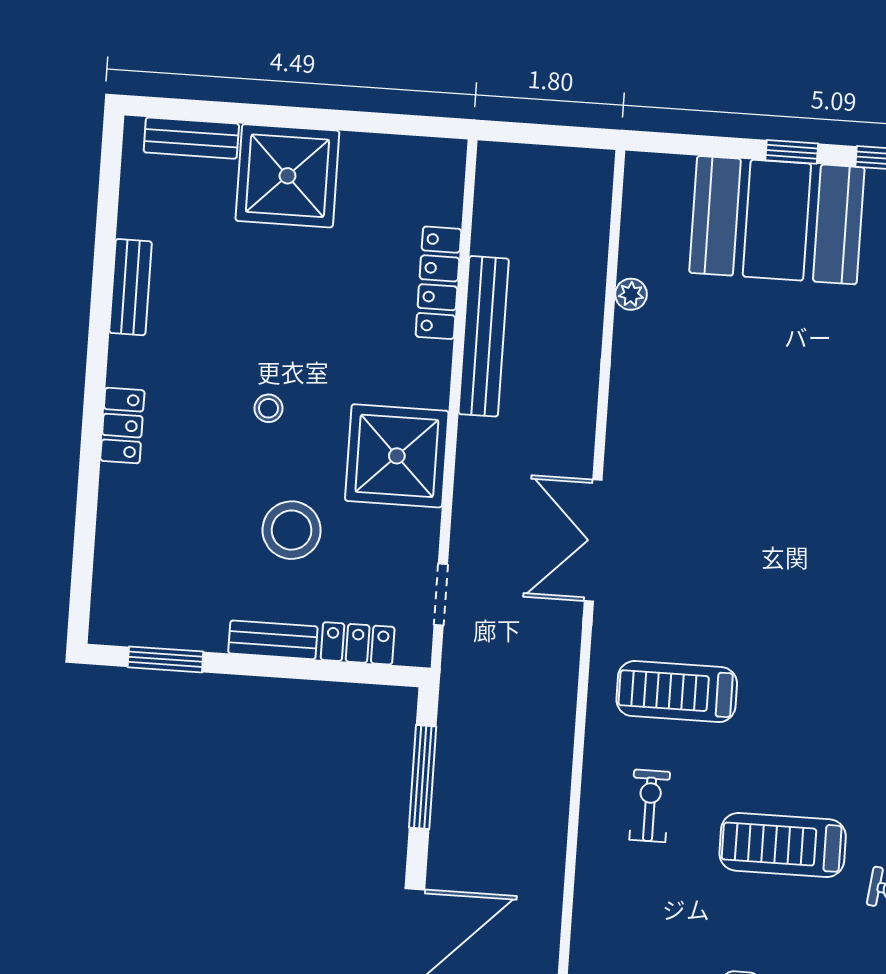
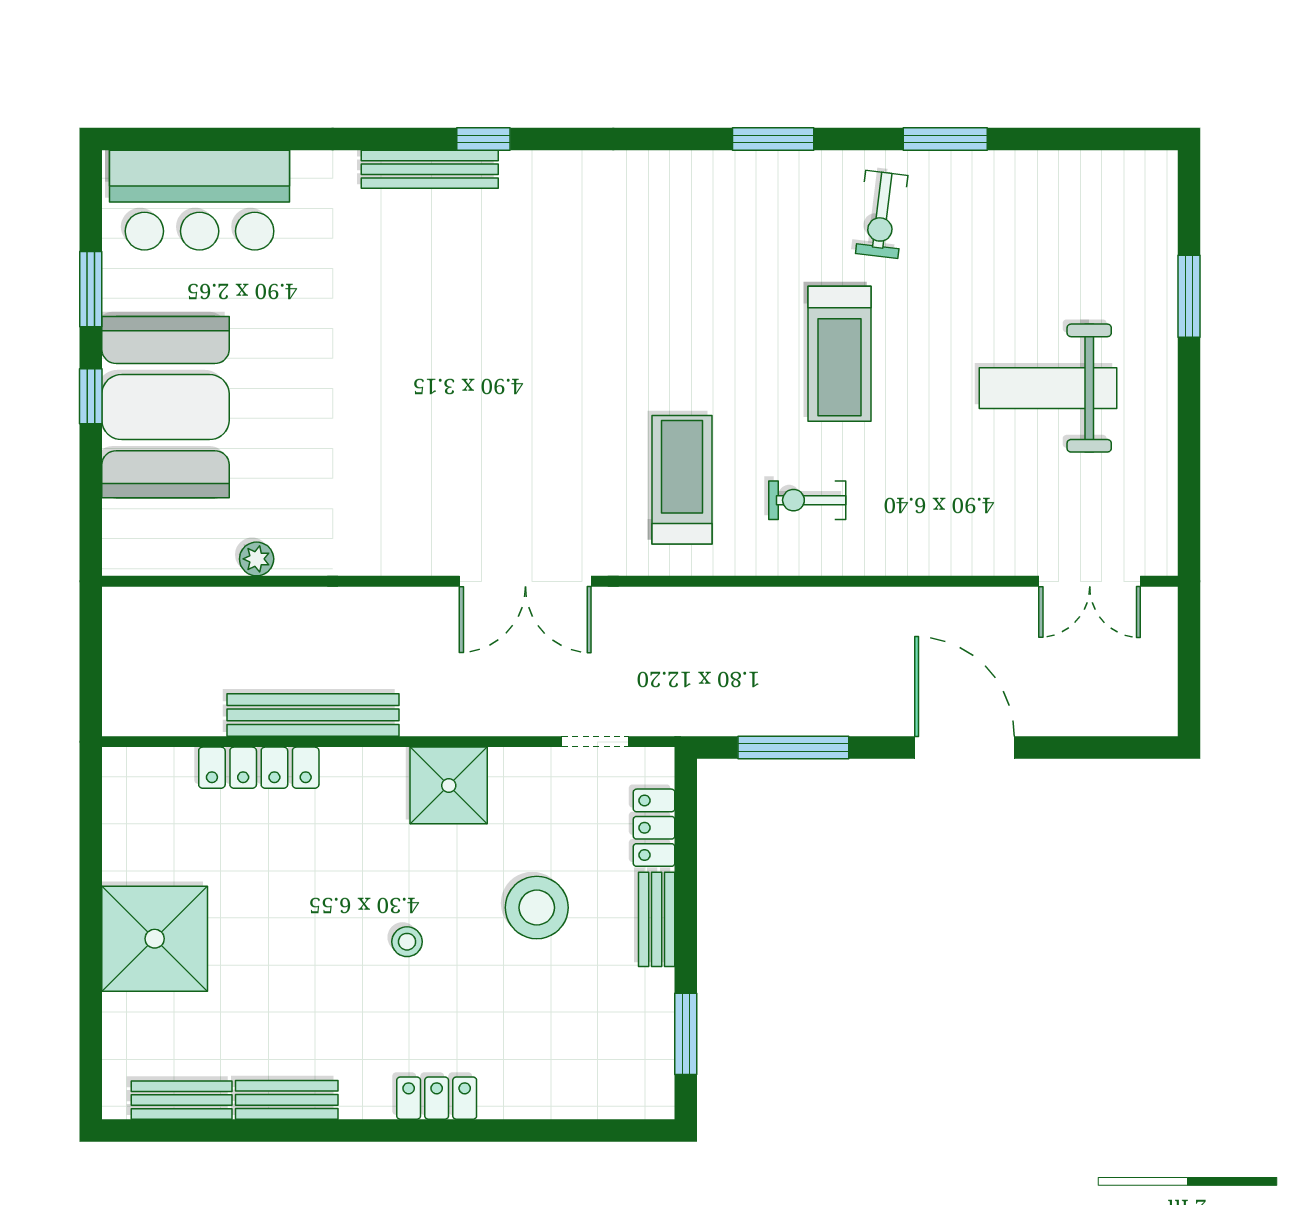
bench: (191, 138) -> (182, 1100), moved, turned 90
shower: (397, 456) -> (449, 785), width x0.73, depth x0.73
treadmill: (677, 692) -> (682, 480), turned 180

